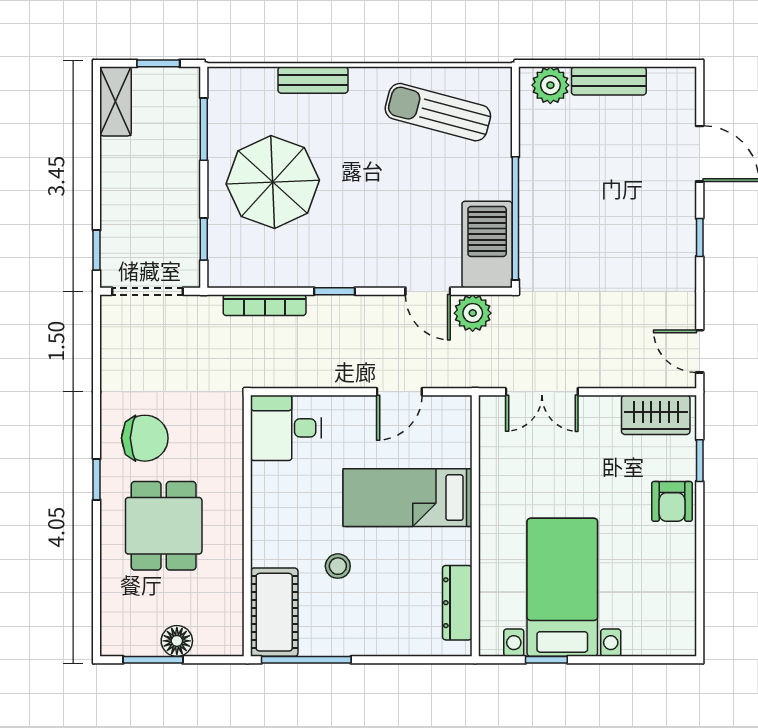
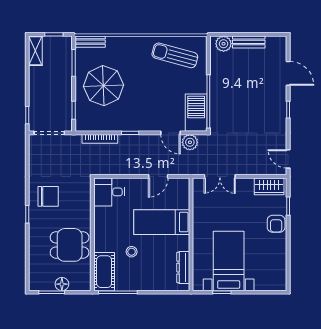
bench: (313, 80) -> (90, 42), moved
dining table: (164, 526) -> (70, 245), moved, turned 90

